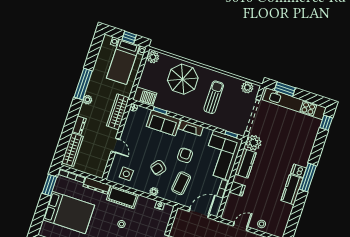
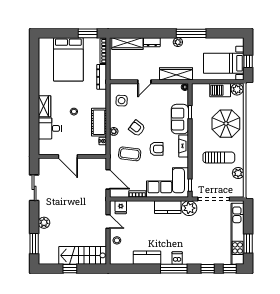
plant: (247, 87) -> (238, 173), moved
window: (285, 89) -> (248, 243), moved
barbecue: (145, 96) -> (220, 90), moved, turned 90
window: (319, 144) -> (208, 269), added
fridge: (237, 189) -> (121, 207), moved
kitchen counter: (292, 190) -> (147, 258), moved
cot: (122, 197) -> (99, 122), moved

